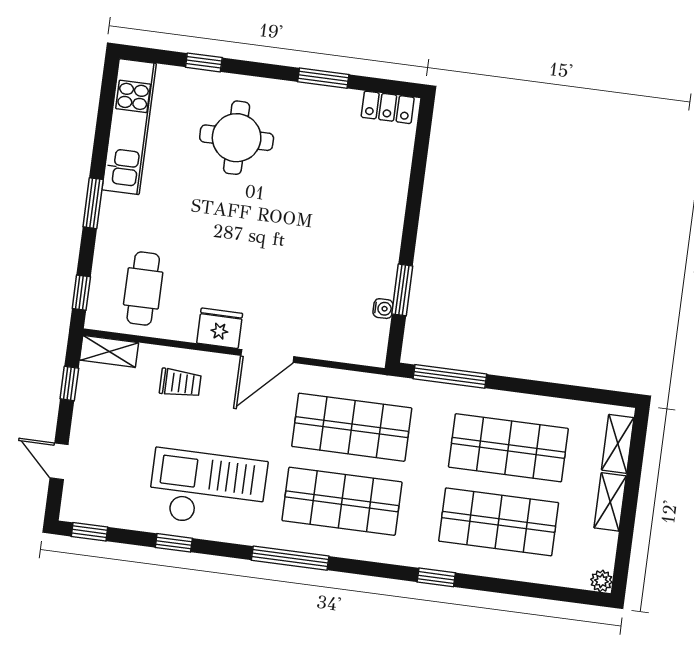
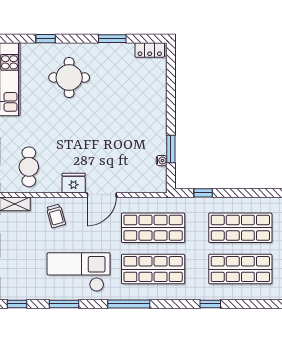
window: (450, 376) -> (203, 193), width x0.46
trolley: (180, 383) -> (56, 216), turned 74
window: (174, 543) -> (64, 304), width x1.50

